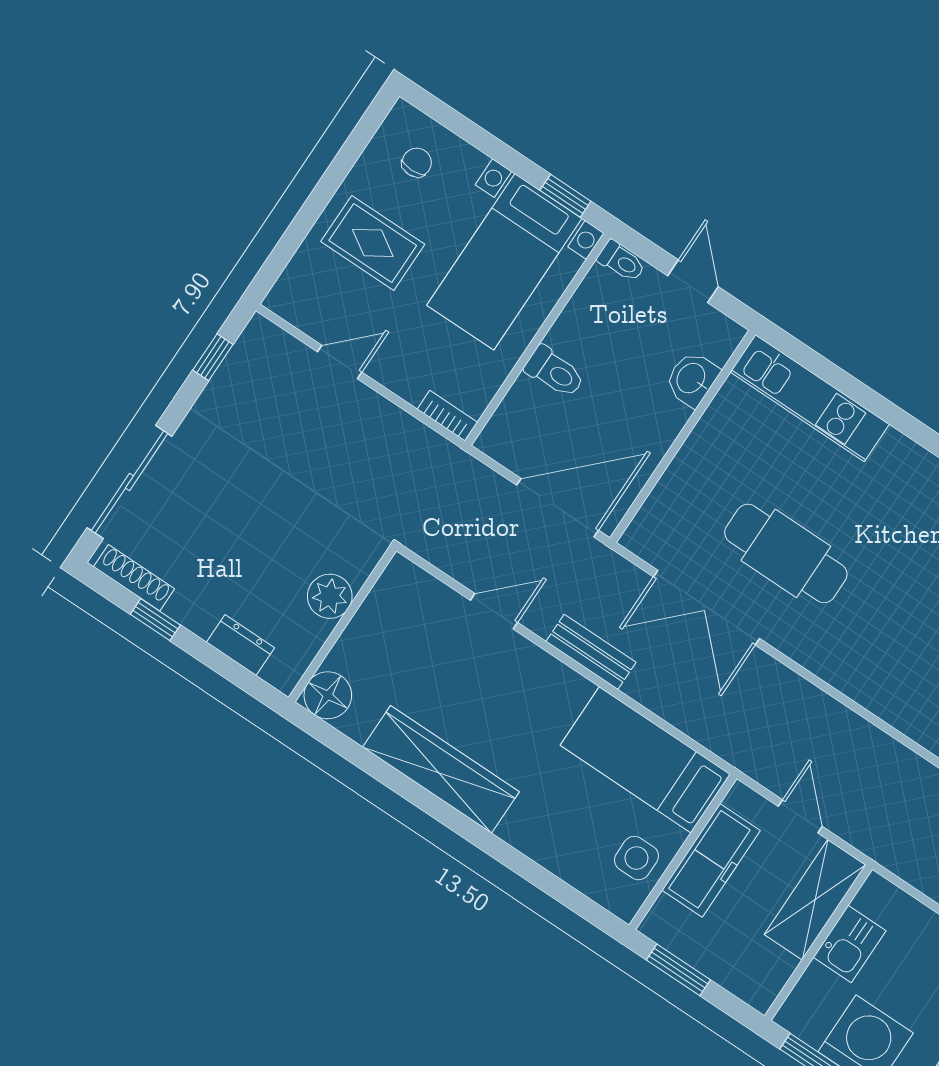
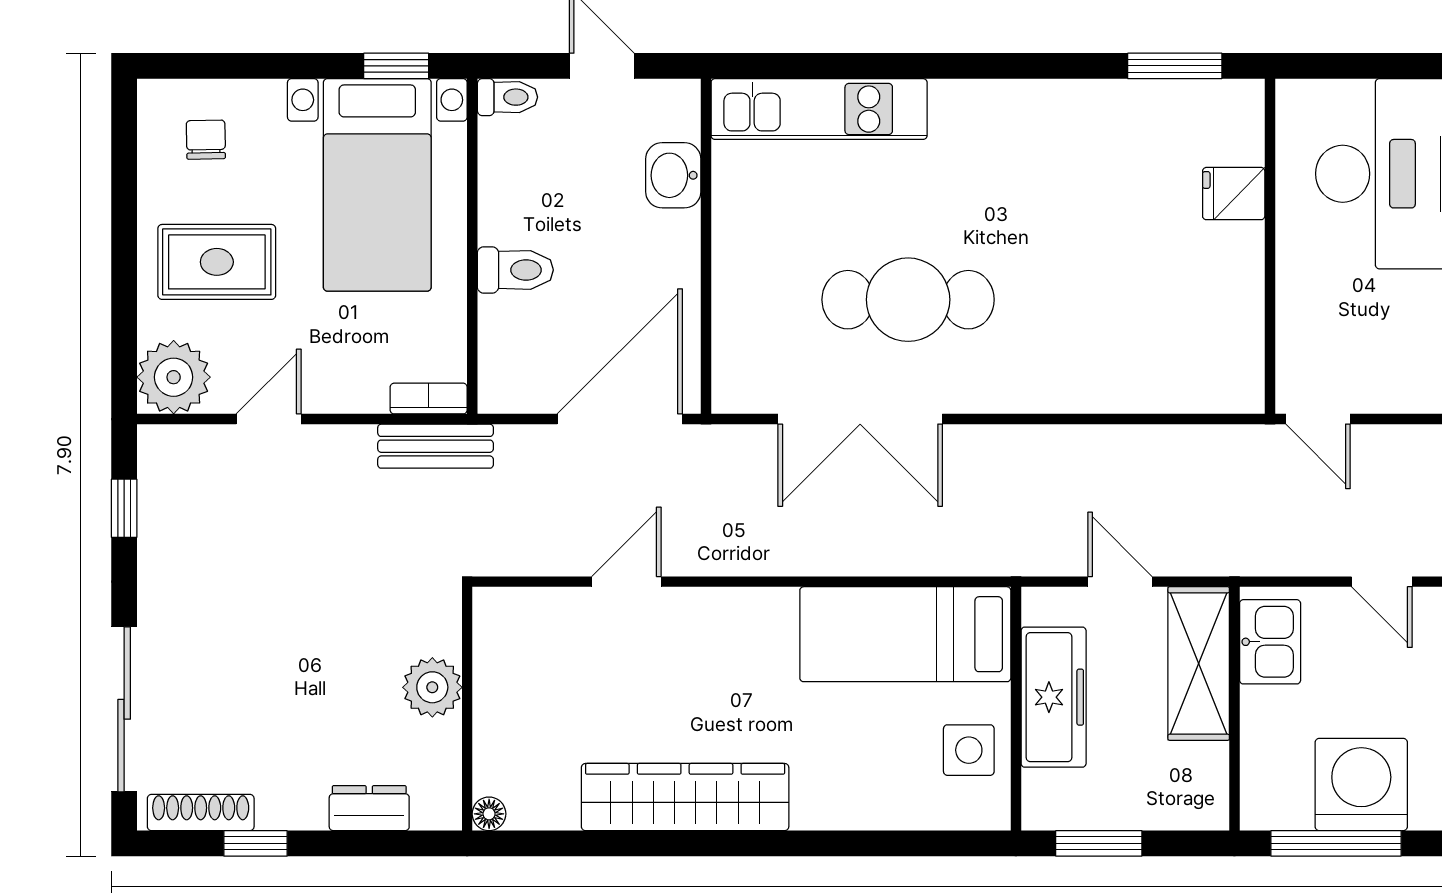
plant: (298, 297) -> (174, 377), added
bench: (591, 652) -> (436, 446), moved
floor lamp: (328, 695) -> (489, 814), width x0.53, depth x0.53
kitchen sink: (850, 944) -> (1270, 642), moved

